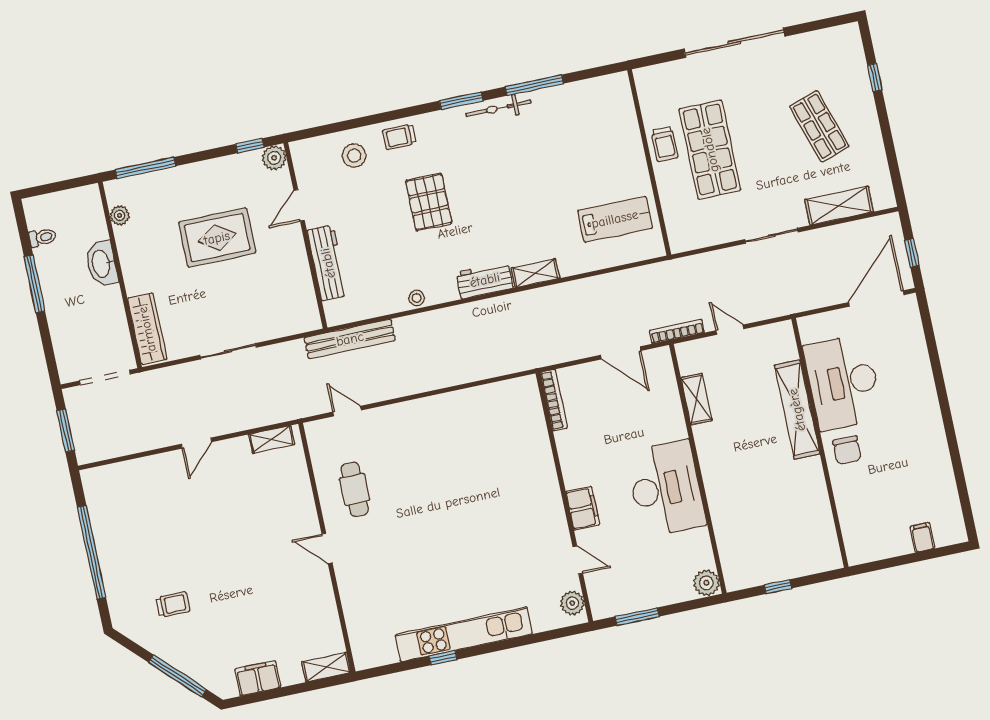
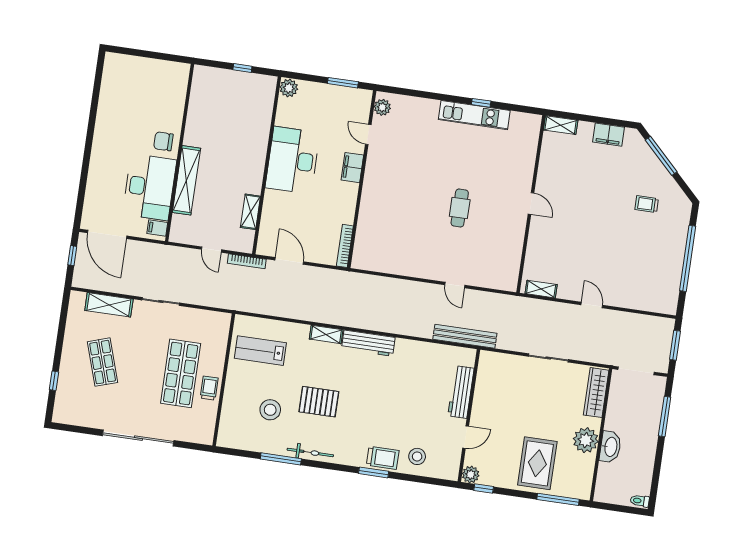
window: (461, 101) -> (374, 472), moved
trolley: (399, 137) -> (383, 458), width x1.36, depth x1.39
pallet: (429, 202) -> (319, 402), moved, turned 90
plant: (120, 215) -> (586, 440), moved, width x1.87, depth x1.87
toilet: (43, 237) -> (640, 501), moved
rug: (217, 238) -> (537, 463), moved, turned 90
workbench: (485, 280) -> (368, 343), width x1.38
window: (34, 284) -> (665, 417), moved
stool: (417, 298) -> (270, 410), moved, width x1.89, depth x1.89
door: (876, 299) -> (107, 234), hinge flipped
door: (347, 411) -> (455, 285), moved
door: (196, 443) -> (592, 305), hinge flipped
chair: (847, 450) -> (163, 141), turned -90
cafe table: (355, 489) -> (460, 208), moved
filing cabinet: (922, 537) -> (157, 228), moved, turned 90
kitchen unit: (464, 634) -> (474, 115), width x0.73

